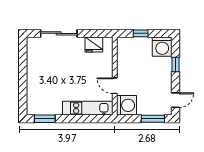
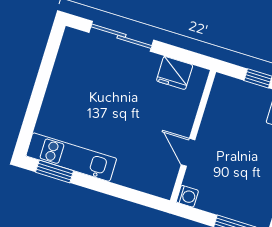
washing machine: (126, 105) -> (187, 196), width x0.53, depth x0.53
kitchen unit: (88, 108) -> (71, 157), moved

